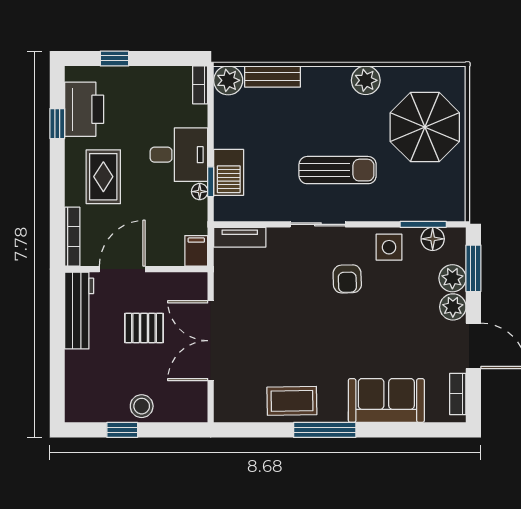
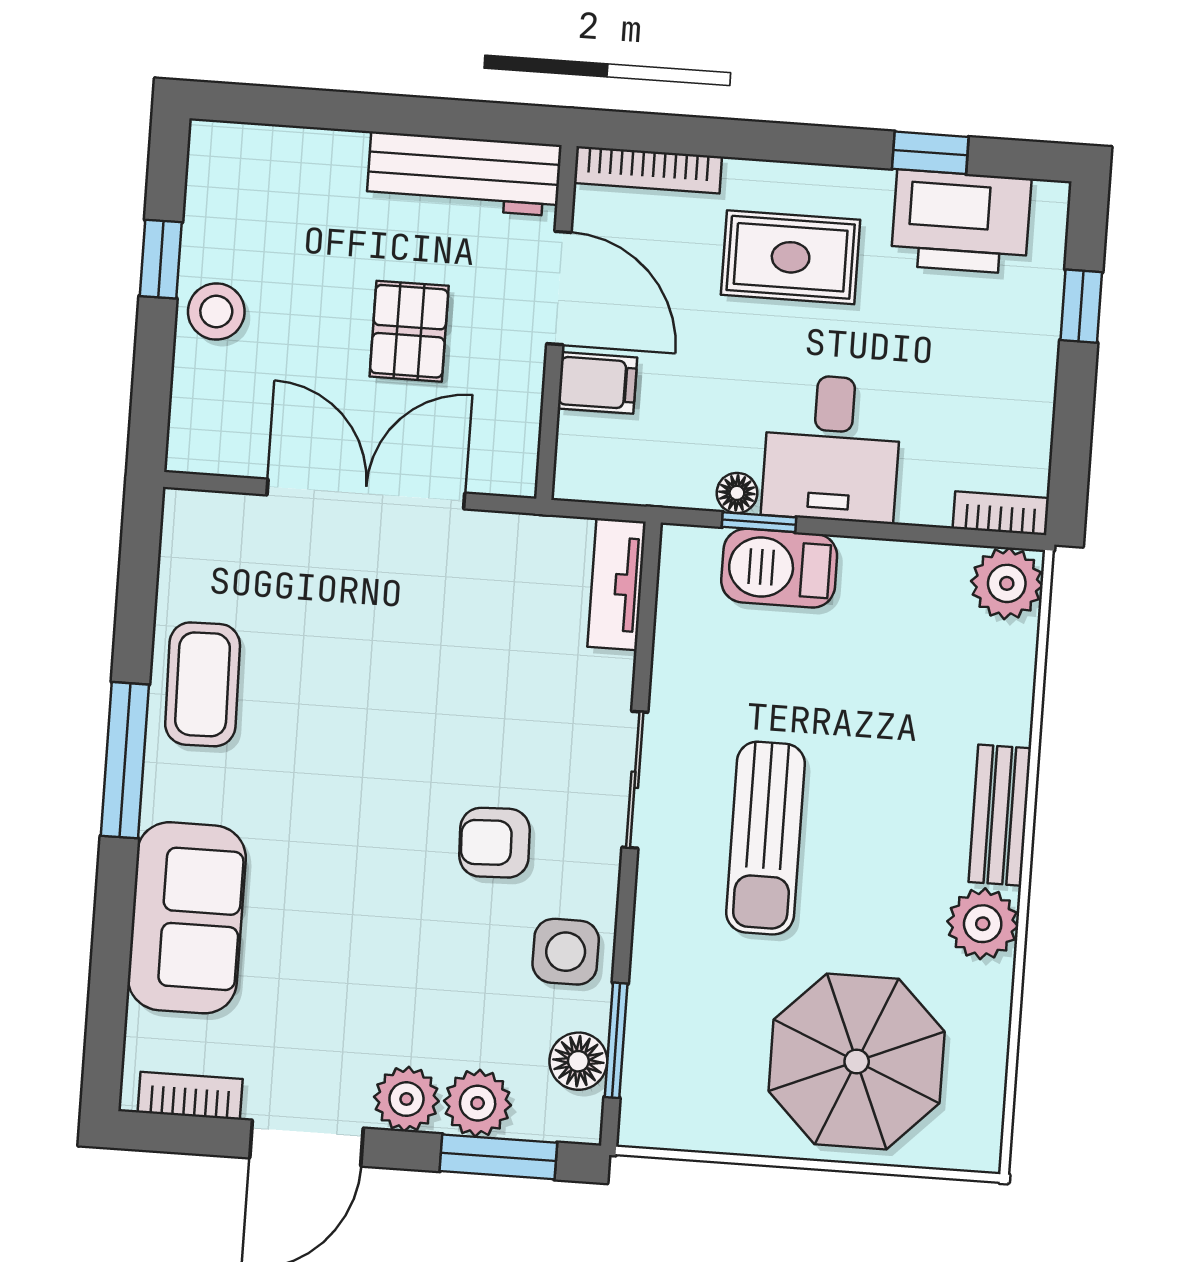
bench: (272, 77) -> (1000, 815), moved
filing cabinet: (196, 251) -> (597, 383), moved

